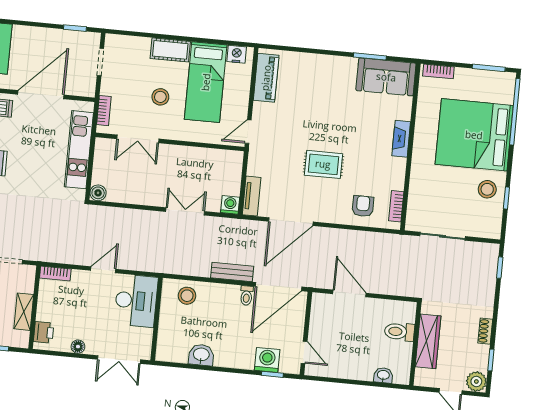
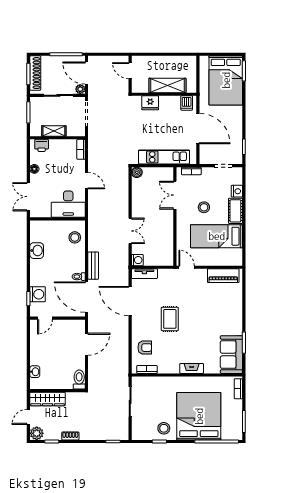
nightstand: (237, 54) -> (237, 191), moved
toilet: (399, 332) -> (79, 380), moved
wardrobe: (428, 341) -> (48, 399), moved

